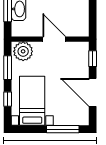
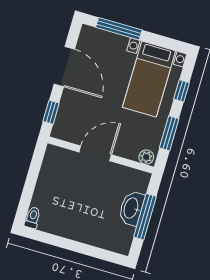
door: (54, 39) -> (95, 153), swing flipped
plant: (23, 51) -> (146, 157), width x0.53, depth x0.53

